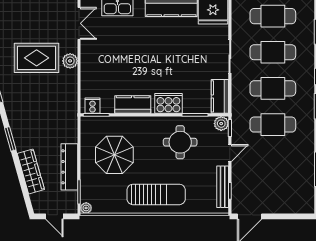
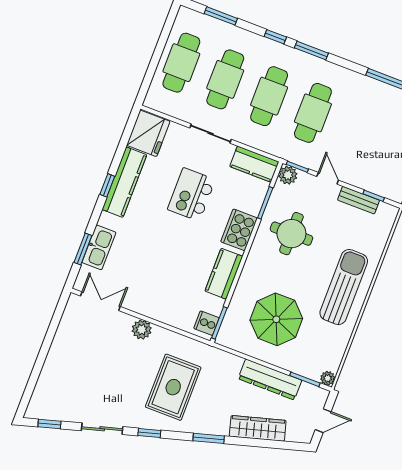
rug: (37, 58) -> (173, 387), moved
kitchen island: (181, 60) -> (191, 194), added
bench: (223, 187) -> (358, 200), width x0.73

